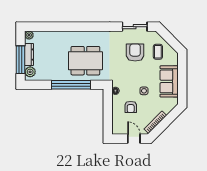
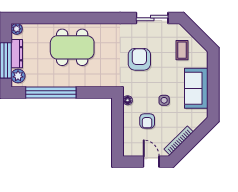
armchair: (135, 52) -> (139, 59), moved
dining table: (85, 61) -> (72, 47), moved
window: (71, 85) -> (51, 92), moved

